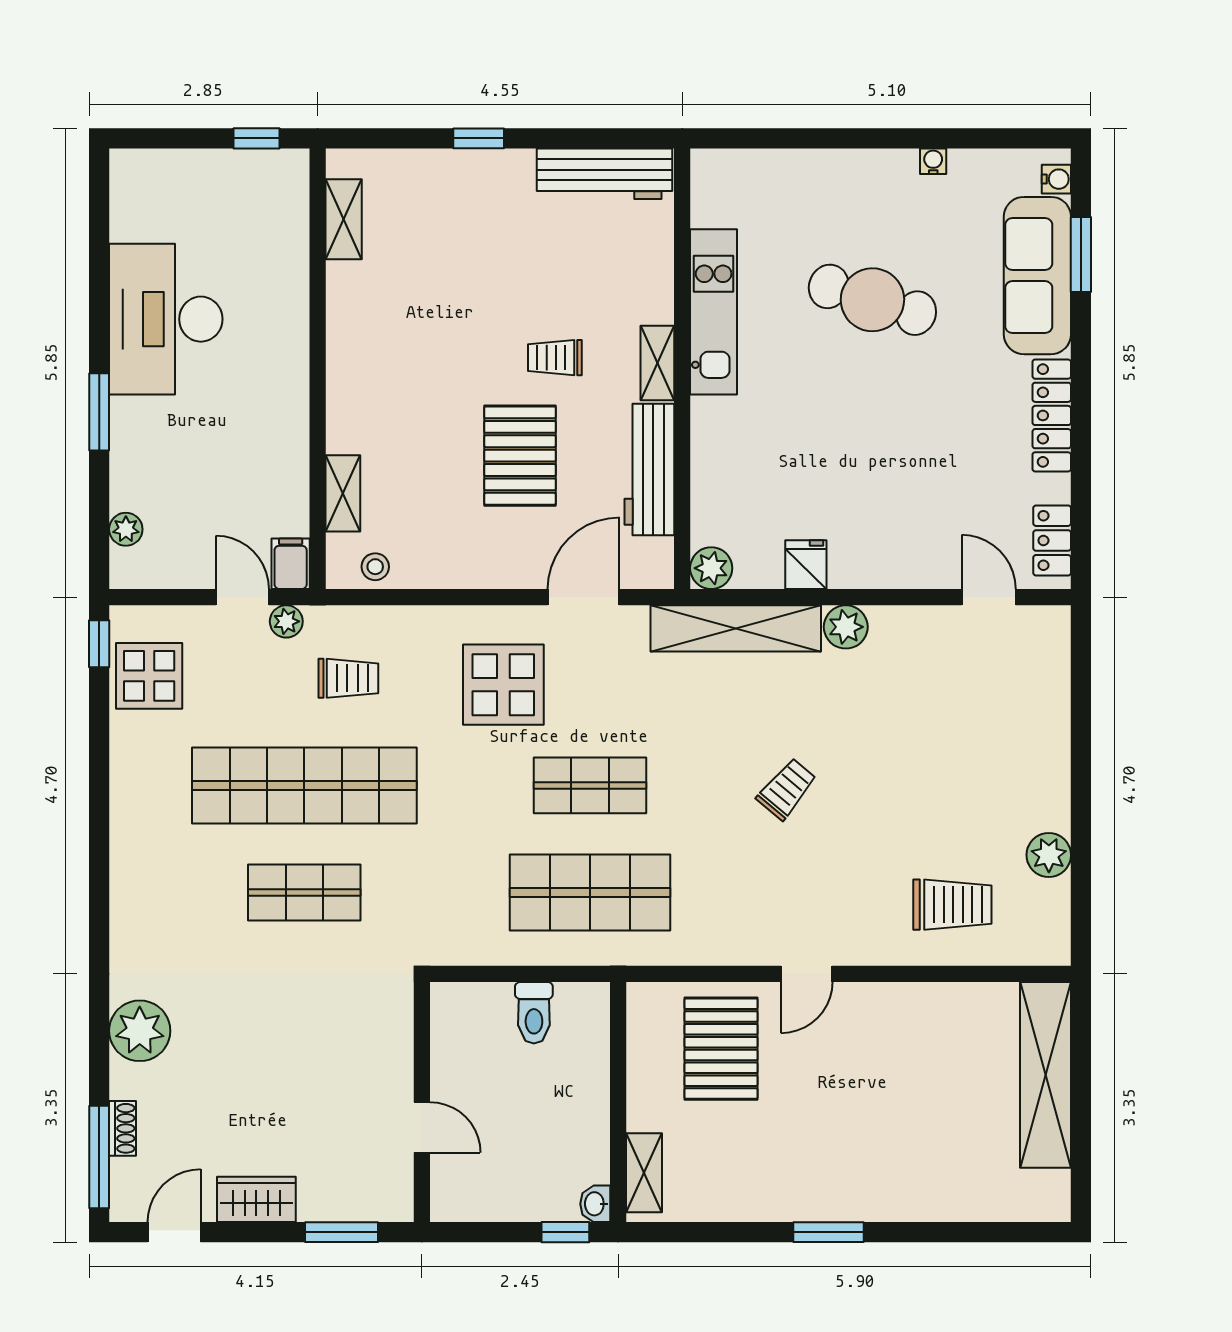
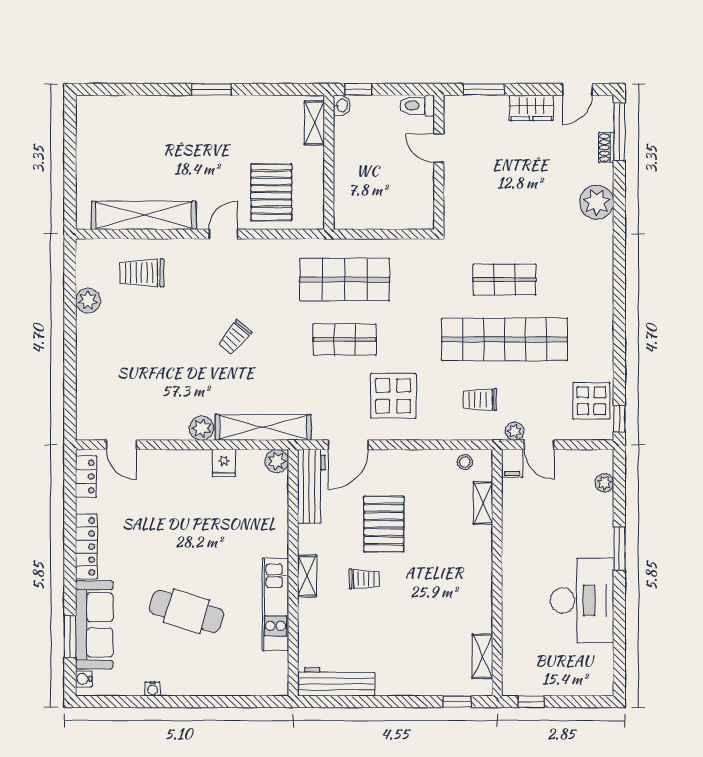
window: (479, 138) -> (457, 702), moved
workbench: (649, 470) -> (311, 486), moved
toilet: (534, 1013) -> (417, 106), moved, turned -90
shelving: (1046, 1075) -> (144, 215), moved, turned 90

